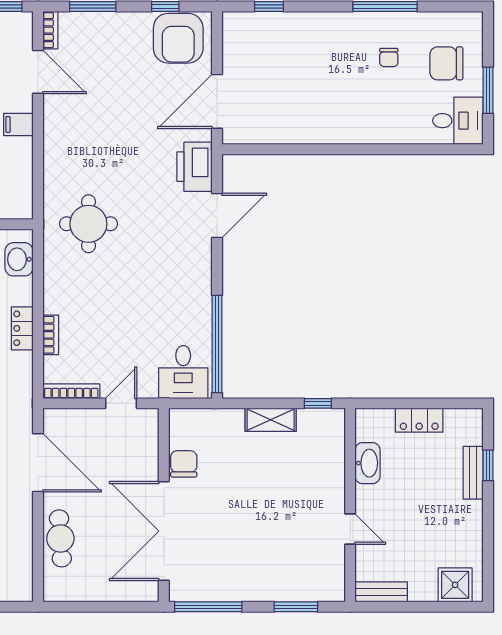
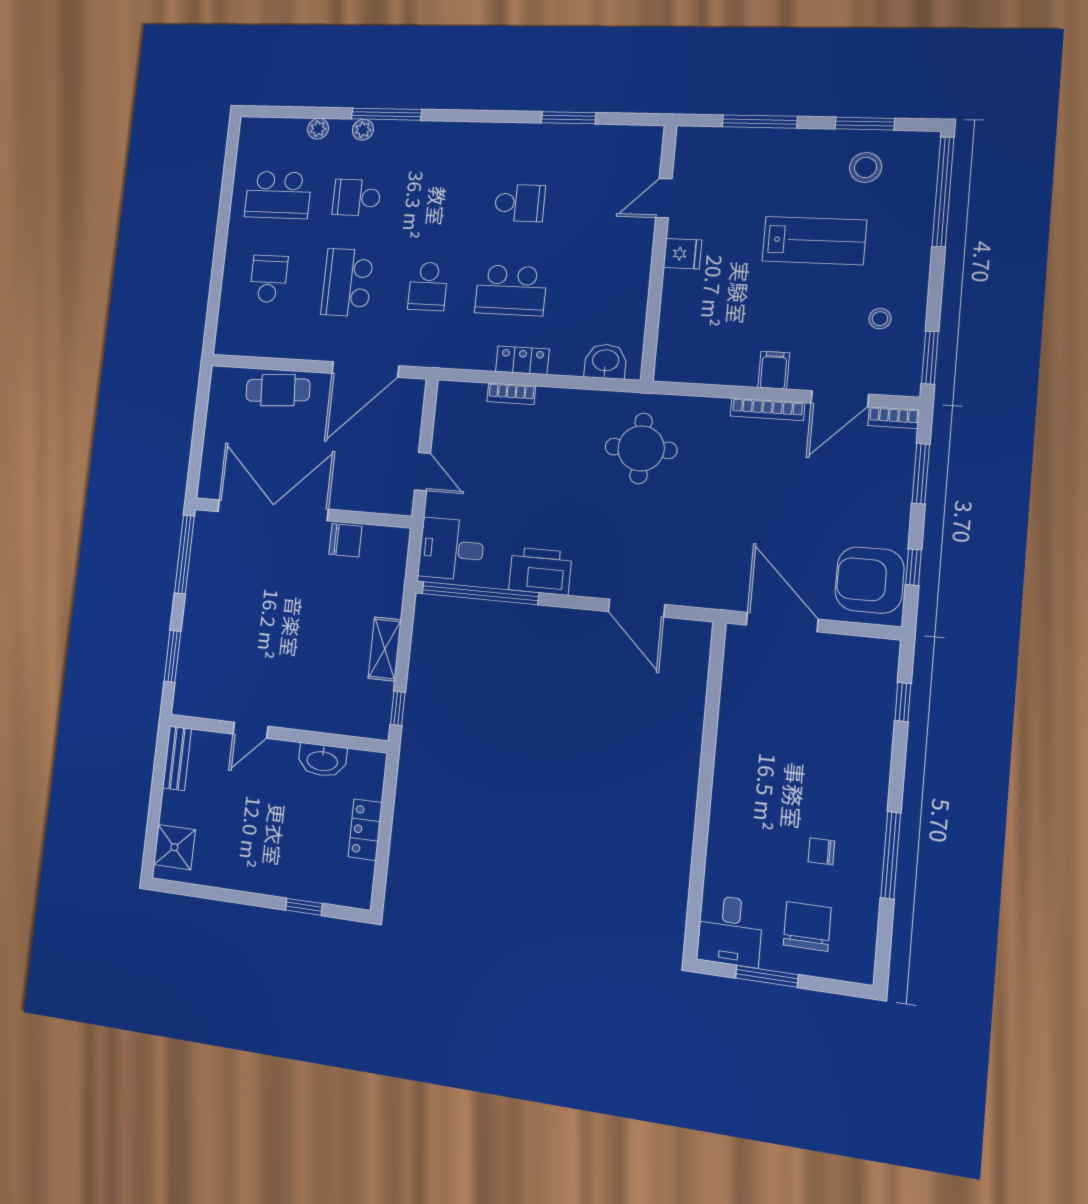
printer: (195, 167) -> (540, 571), moved
bookcase: (71, 391) -> (767, 409), moved, turned 90
bench: (473, 473) -> (297, 887), removed

